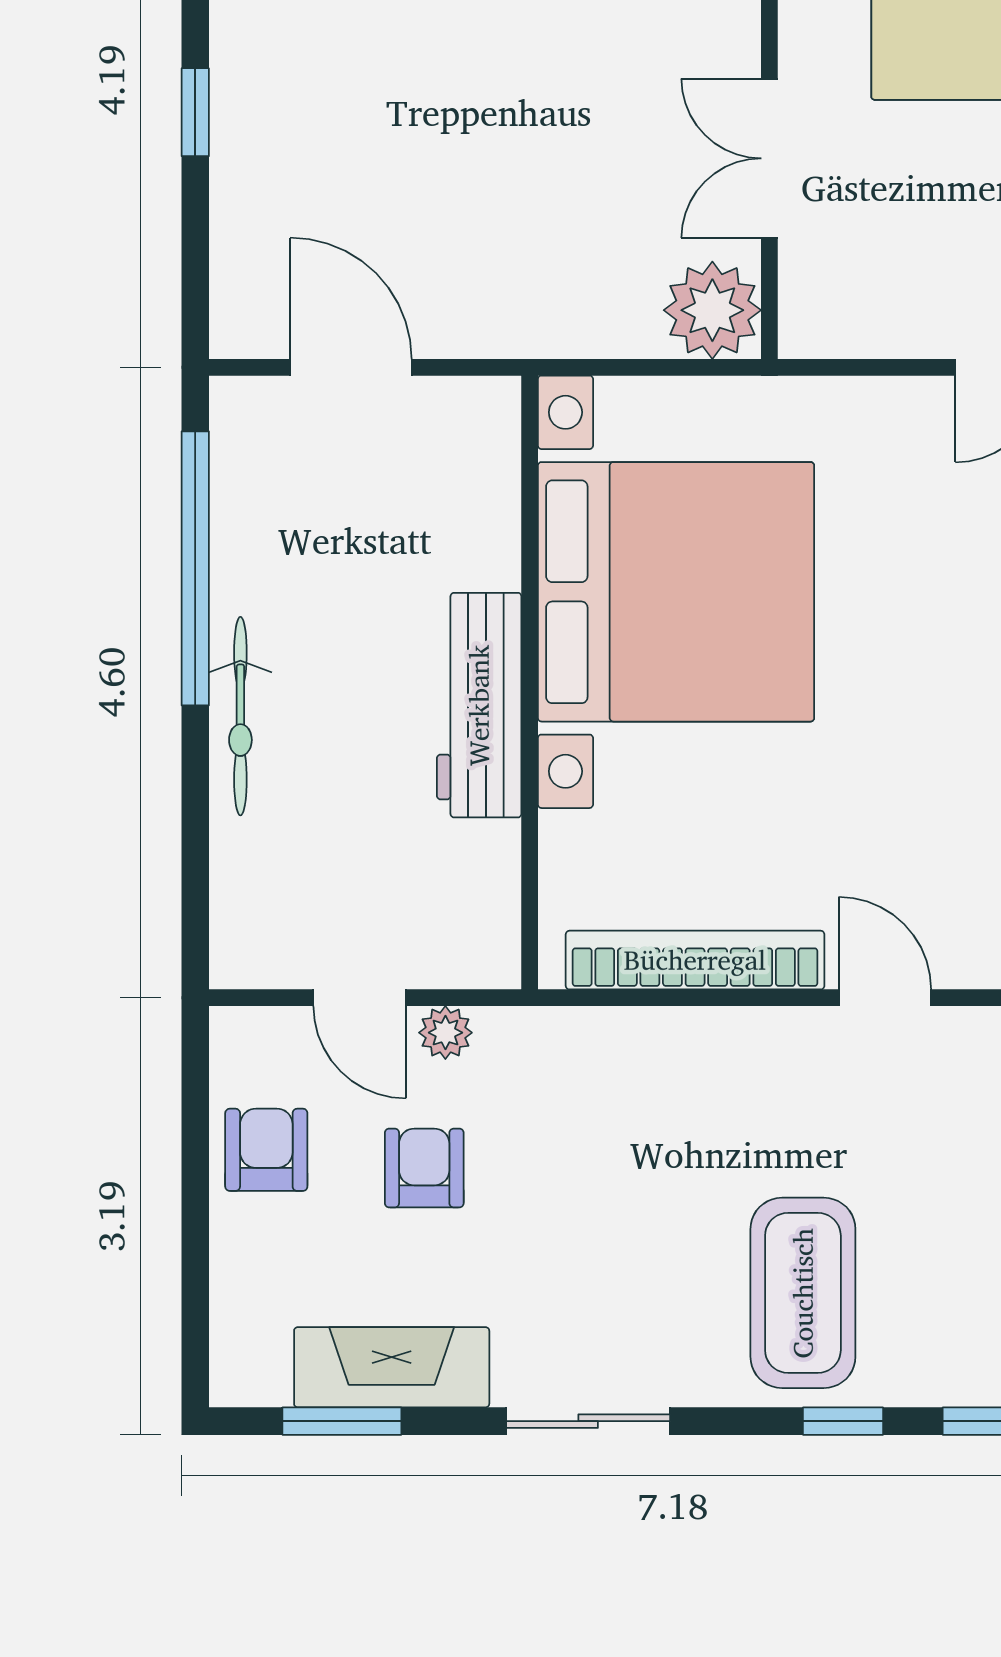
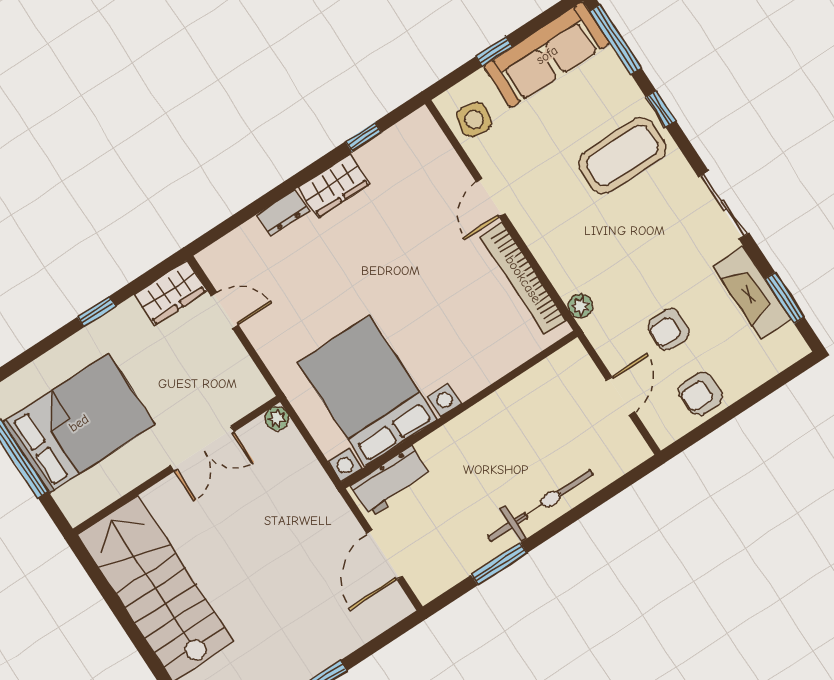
plant: (712, 310) -> (277, 418), width x0.53, depth x0.53
window: (195, 568) -> (499, 564), width x0.47
bed with nightstands: (676, 592) -> (367, 391), width x0.73
workbench: (479, 705) -> (391, 482), moved, width x0.73
bicycle: (240, 716) -> (540, 506), width x1.37, depth x1.40
plant: (445, 1033) -> (580, 306), moved

